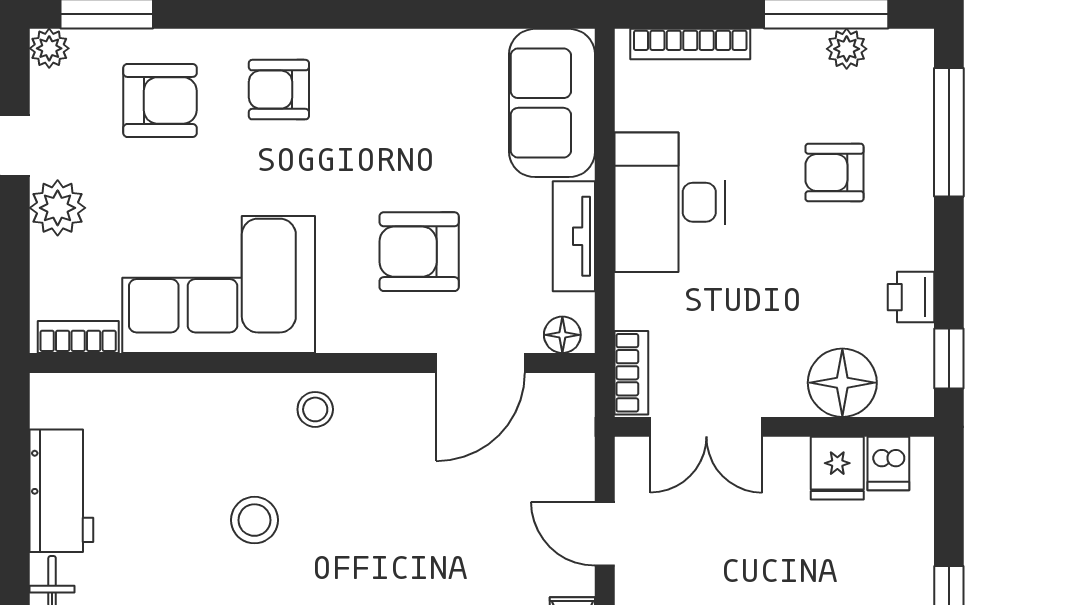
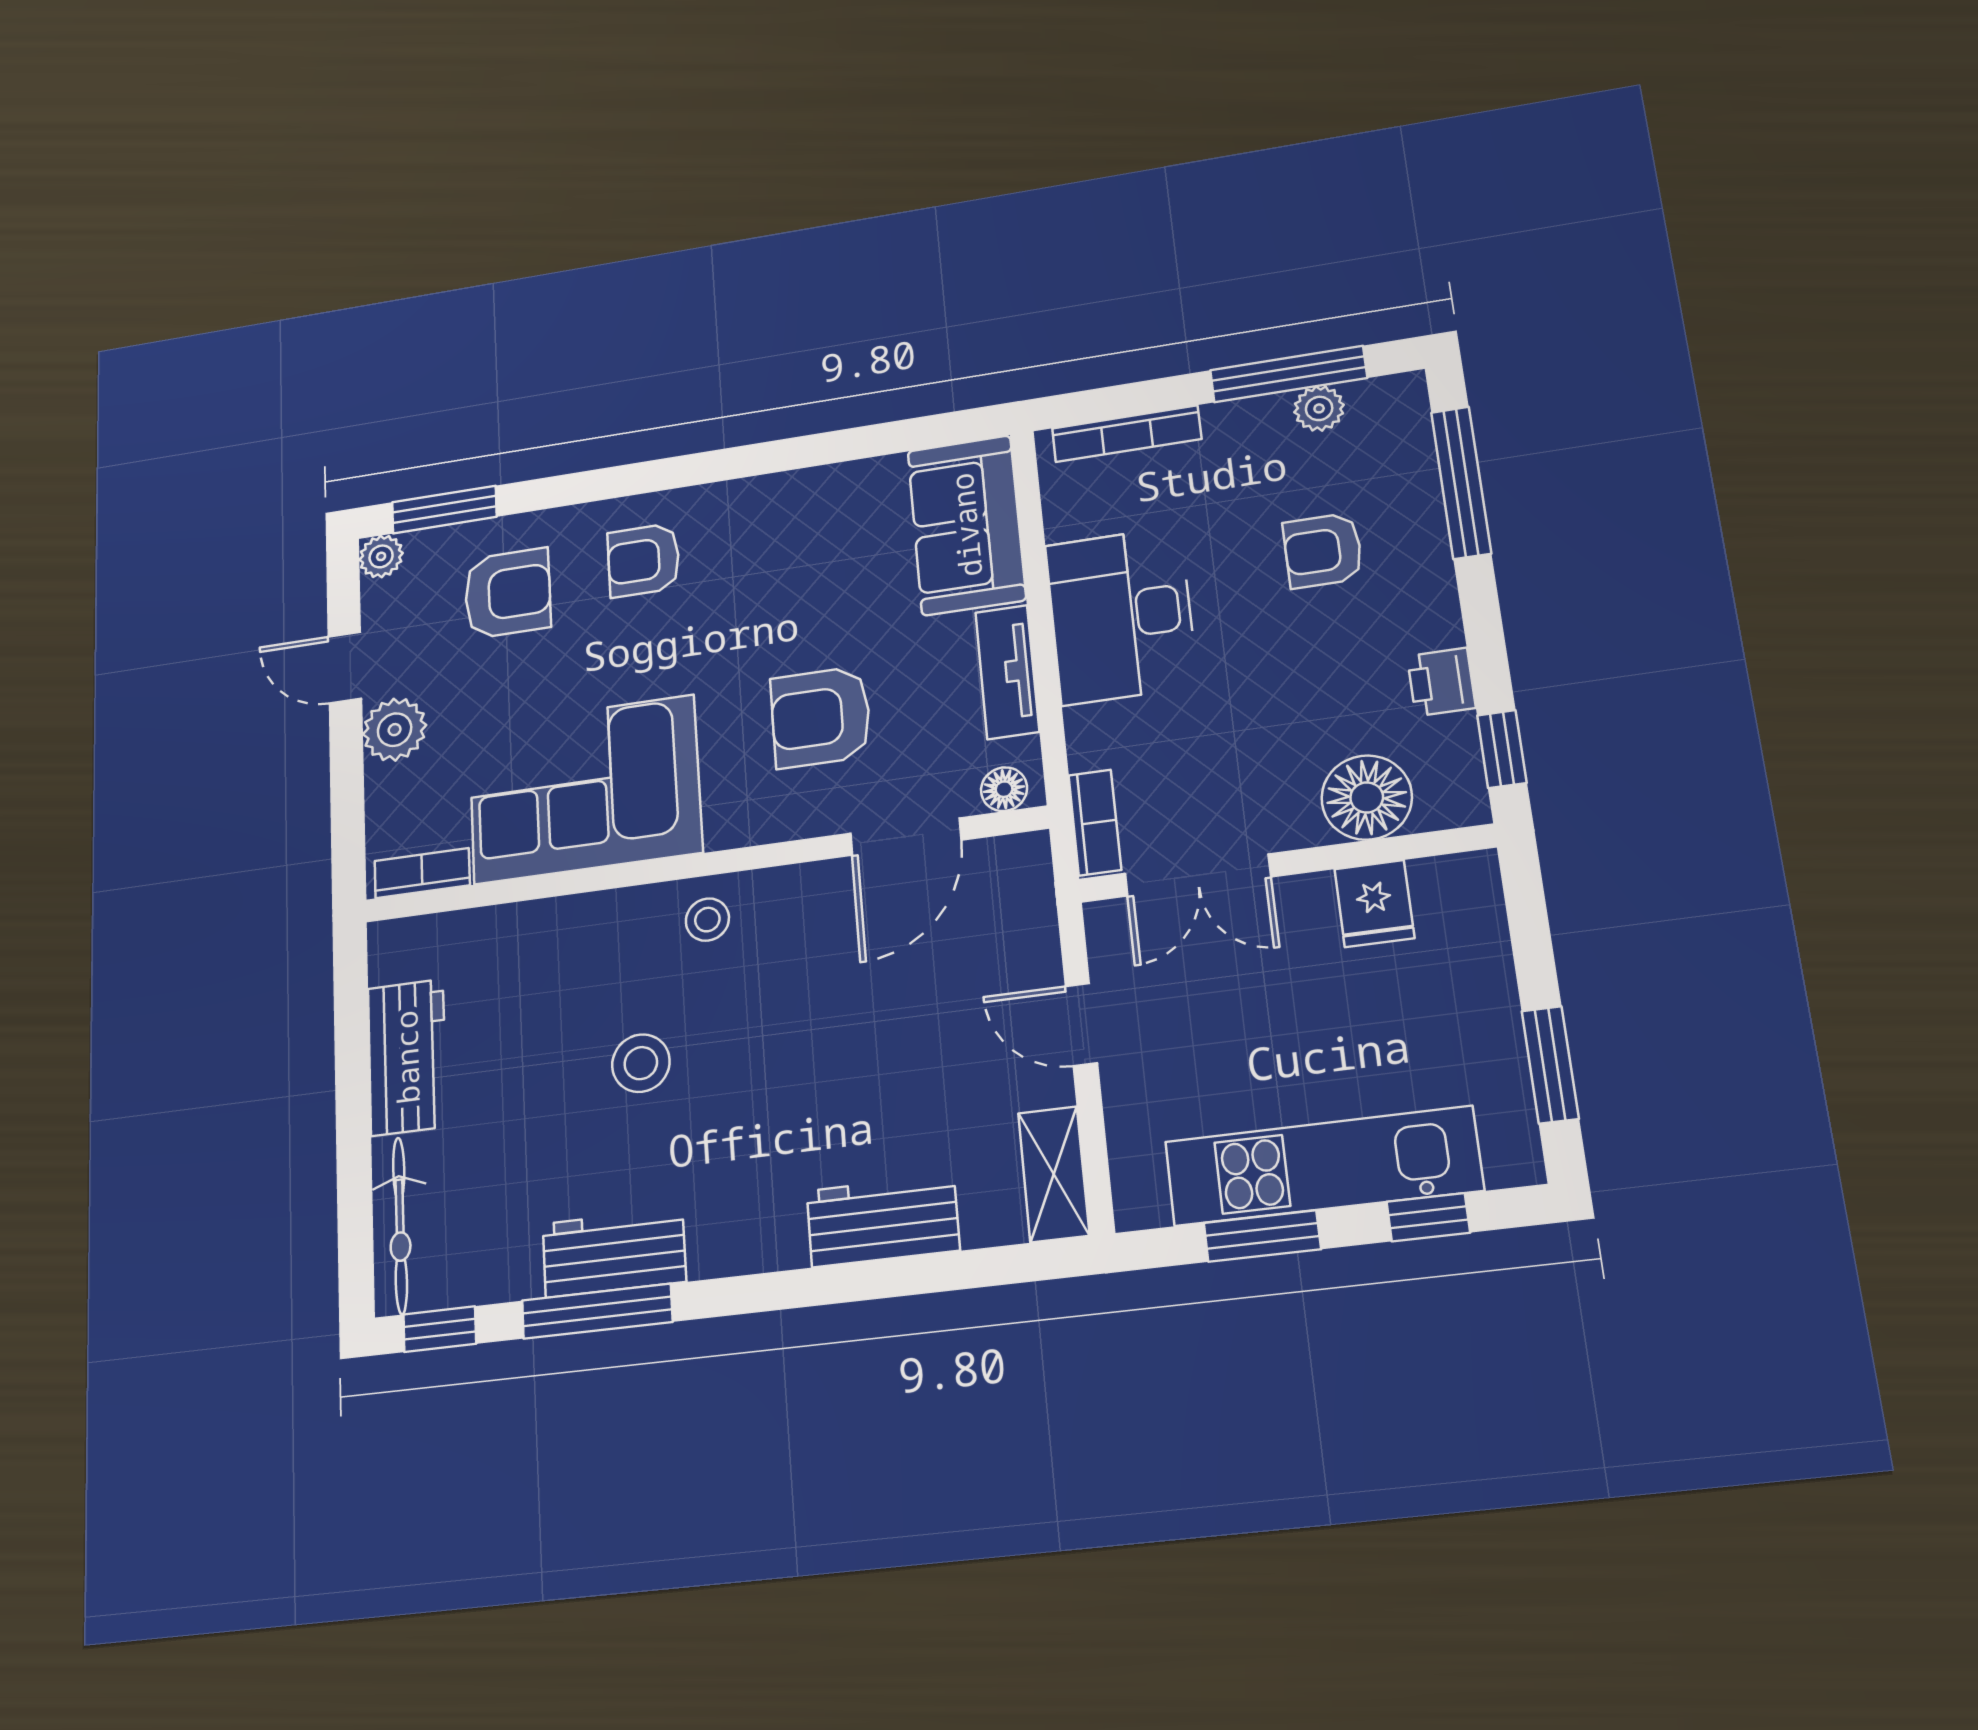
dishwasher: (888, 464) -> (1441, 889), removed

